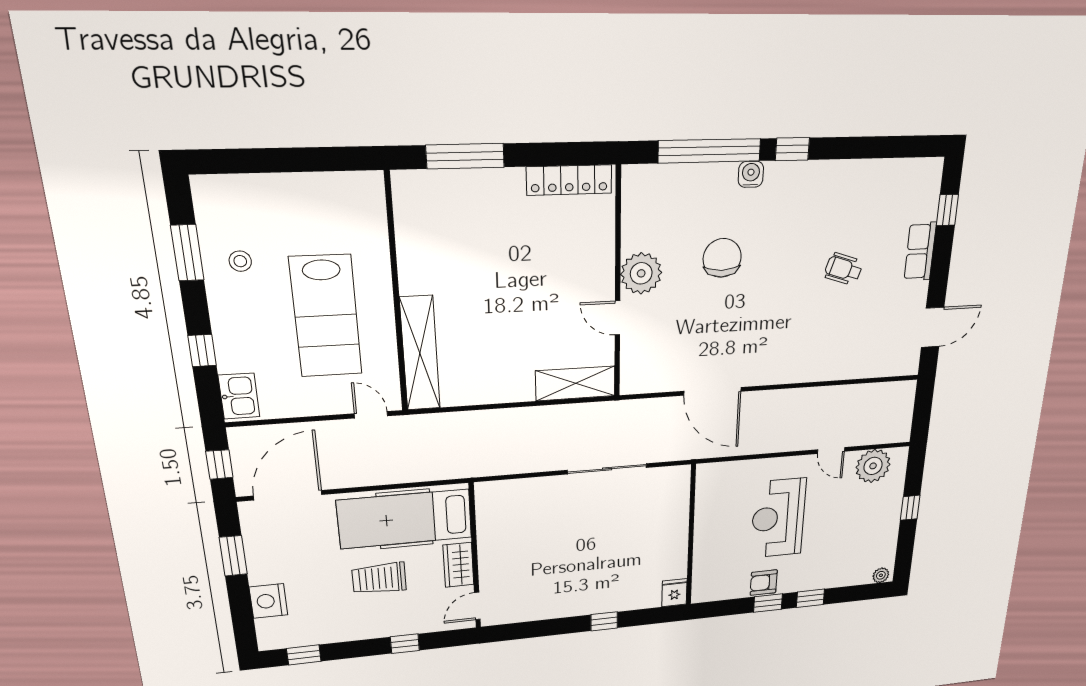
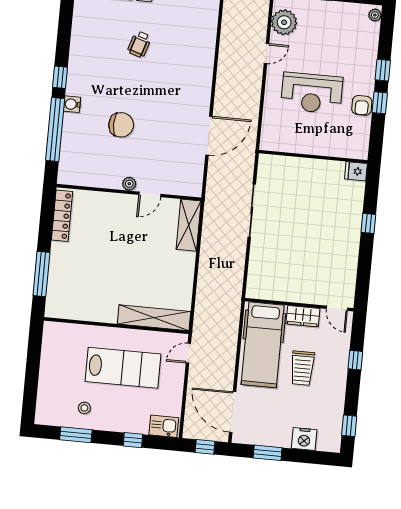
chair: (722, 258) -> (121, 125), turned 180
plant: (641, 273) -> (129, 184), width x0.53, depth x0.53

